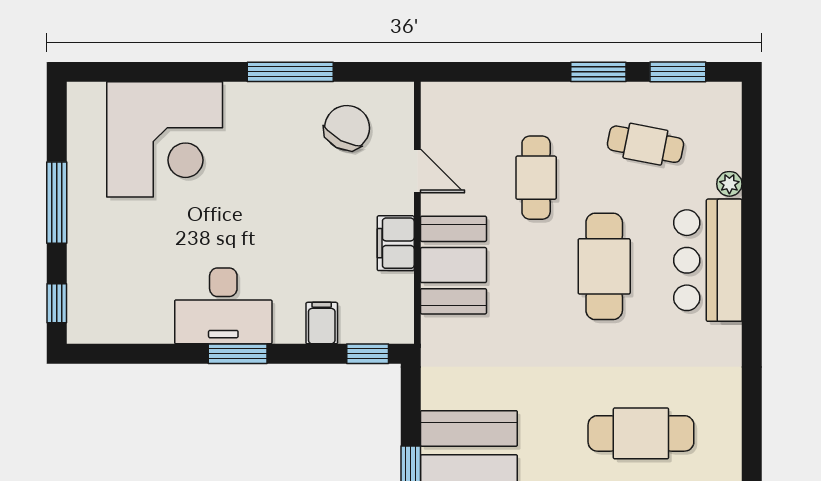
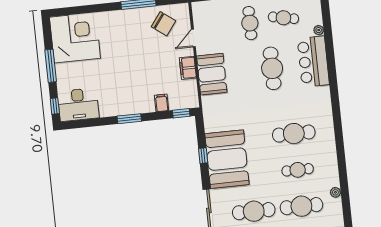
chair: (347, 128) -> (164, 24), turned 99
corner desk: (165, 139) -> (75, 38), moved, turned -90
door: (417, 171) -> (193, 38), swing flipped
cafe table: (536, 178) -> (250, 23), moved
desk: (223, 306) -> (78, 105), moved

